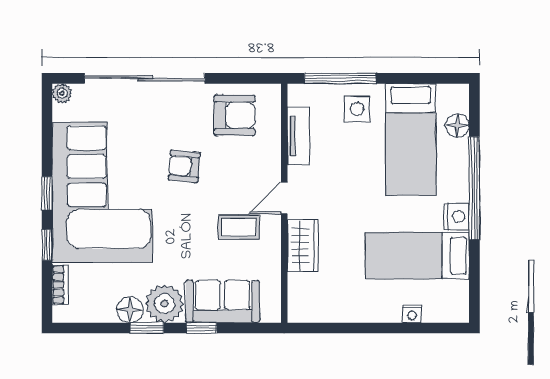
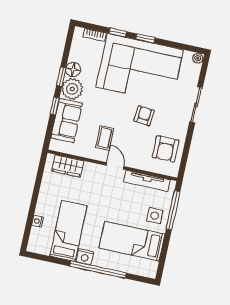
sliding door: (145, 78) -> (196, 105), width x0.54
floor lamp: (457, 126) -> (134, 268), removed
tv unit: (298, 136) -> (147, 181), width x1.41
wardrobe: (303, 246) -> (68, 166), moved

